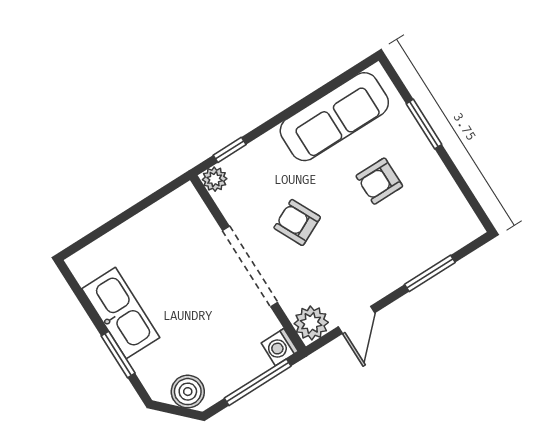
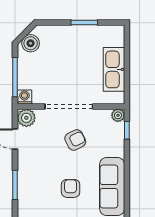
kitchen sink: (121, 313) -> (114, 69), moved, turned 90
window: (118, 355) -> (84, 23), moved

